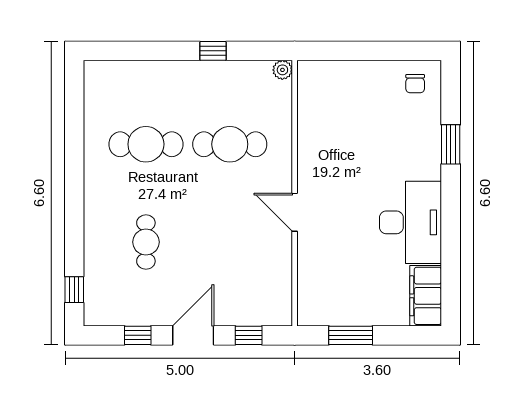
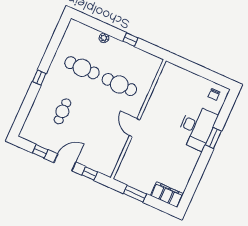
plant: (282, 70) -> (104, 38), moved
window: (451, 144) -> (213, 138), moved
desk: (411, 222) -> (197, 127), moved
window: (74, 290) -> (39, 78), moved
filing cabinet: (426, 296) -> (167, 195), moved, turned 90

